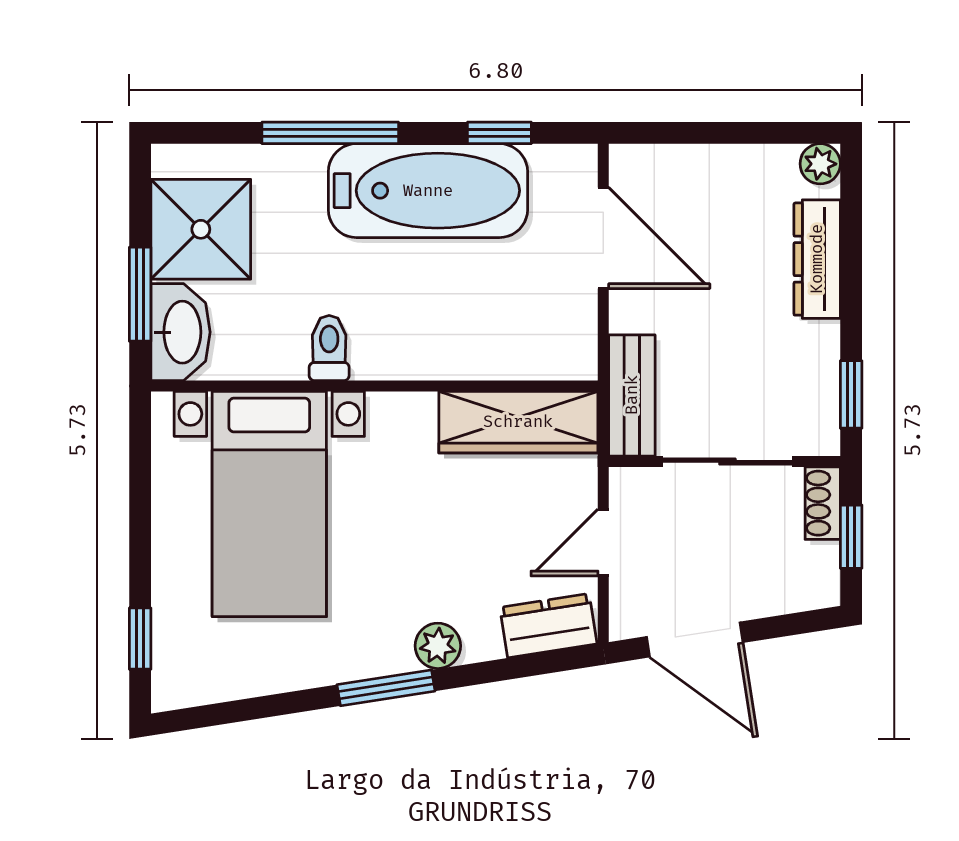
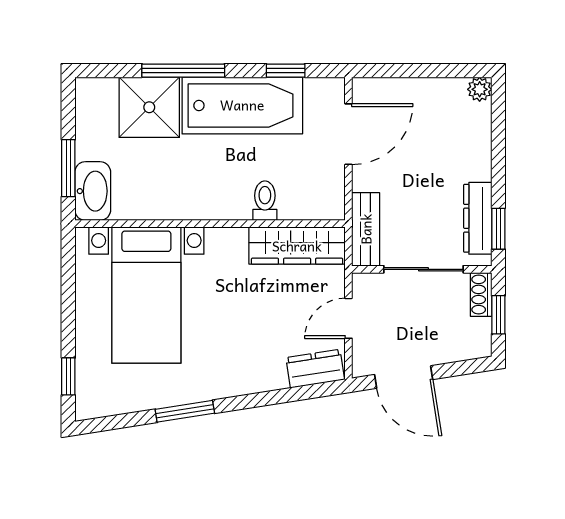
shower: (201, 229) -> (149, 107), moved
door: (603, 238) -> (348, 134), hinge flipped
dresser: (817, 259) -> (478, 218), moved
toilet: (329, 348) -> (265, 201), moved
plant: (438, 646) -> (248, 381), removed
window: (386, 688) -> (185, 411), moved

